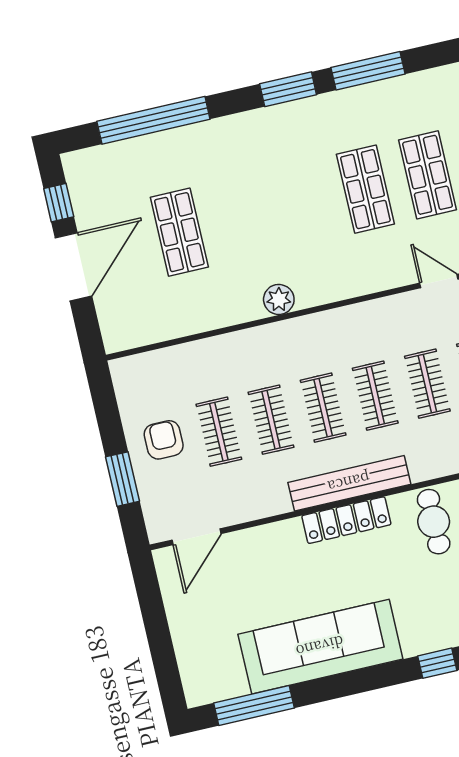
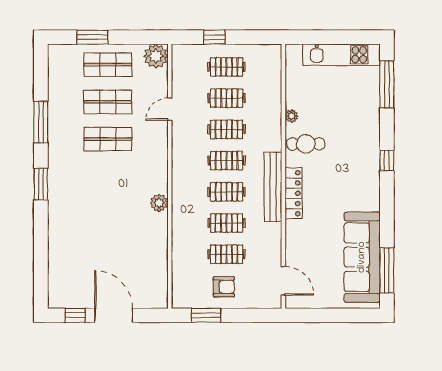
window: (288, 89) -> (41, 184), moved
window: (153, 120) -> (41, 251), removed
shop shelf: (179, 232) -> (108, 251), removed
armchair: (164, 440) -> (224, 287), turned 180
window: (123, 479) -> (206, 315), moved
sofa: (320, 647) -> (362, 257), moved

